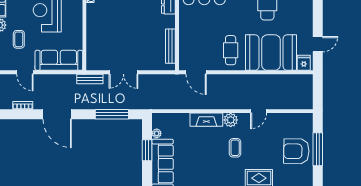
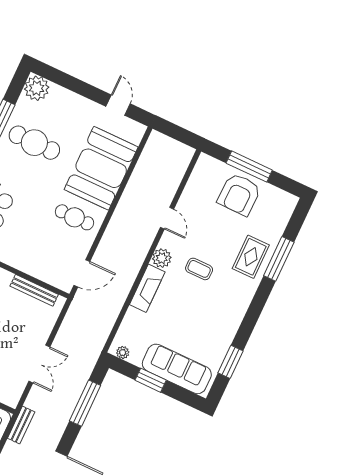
fridge: (304, 63) -> (133, 133), removed
bench: (90, 79) -> (21, 425), moved
plant: (157, 133) -> (123, 353), moved

